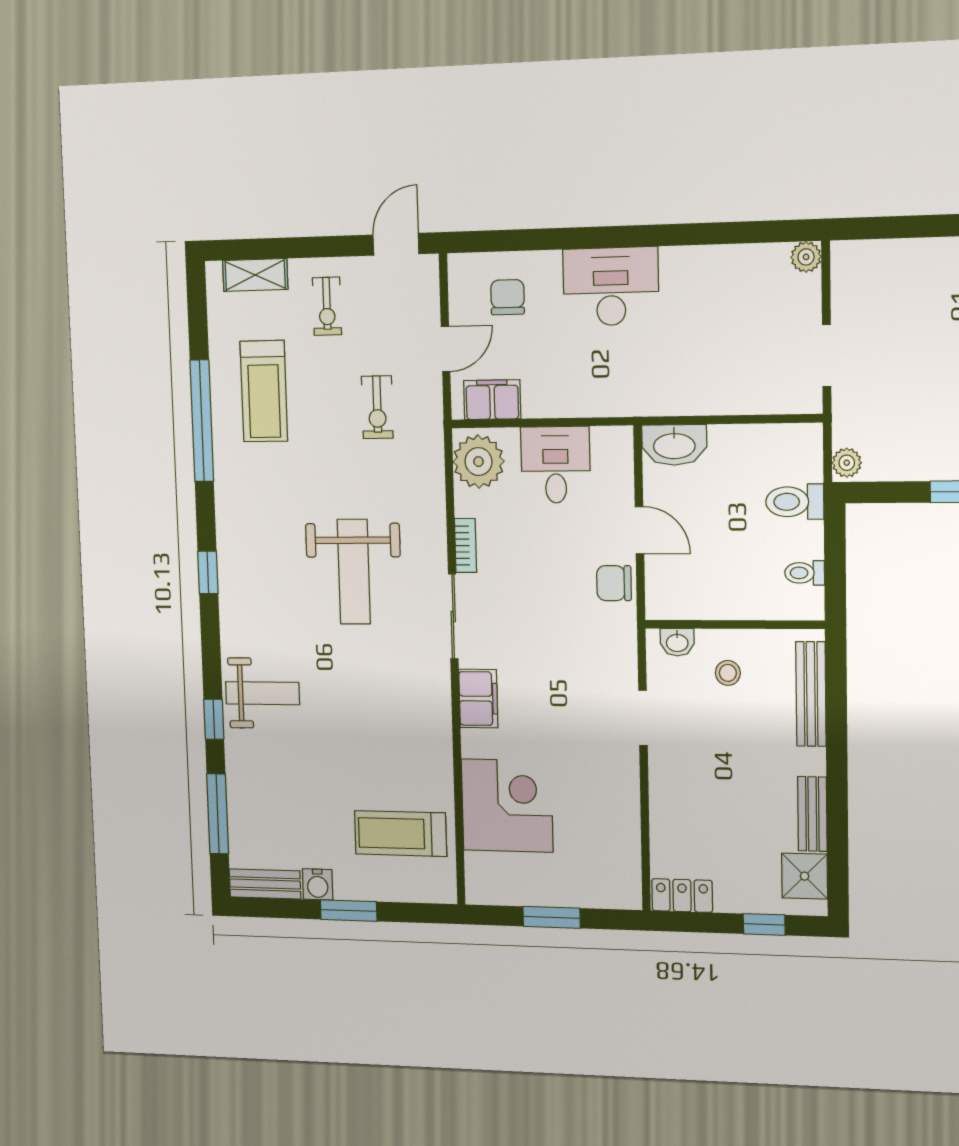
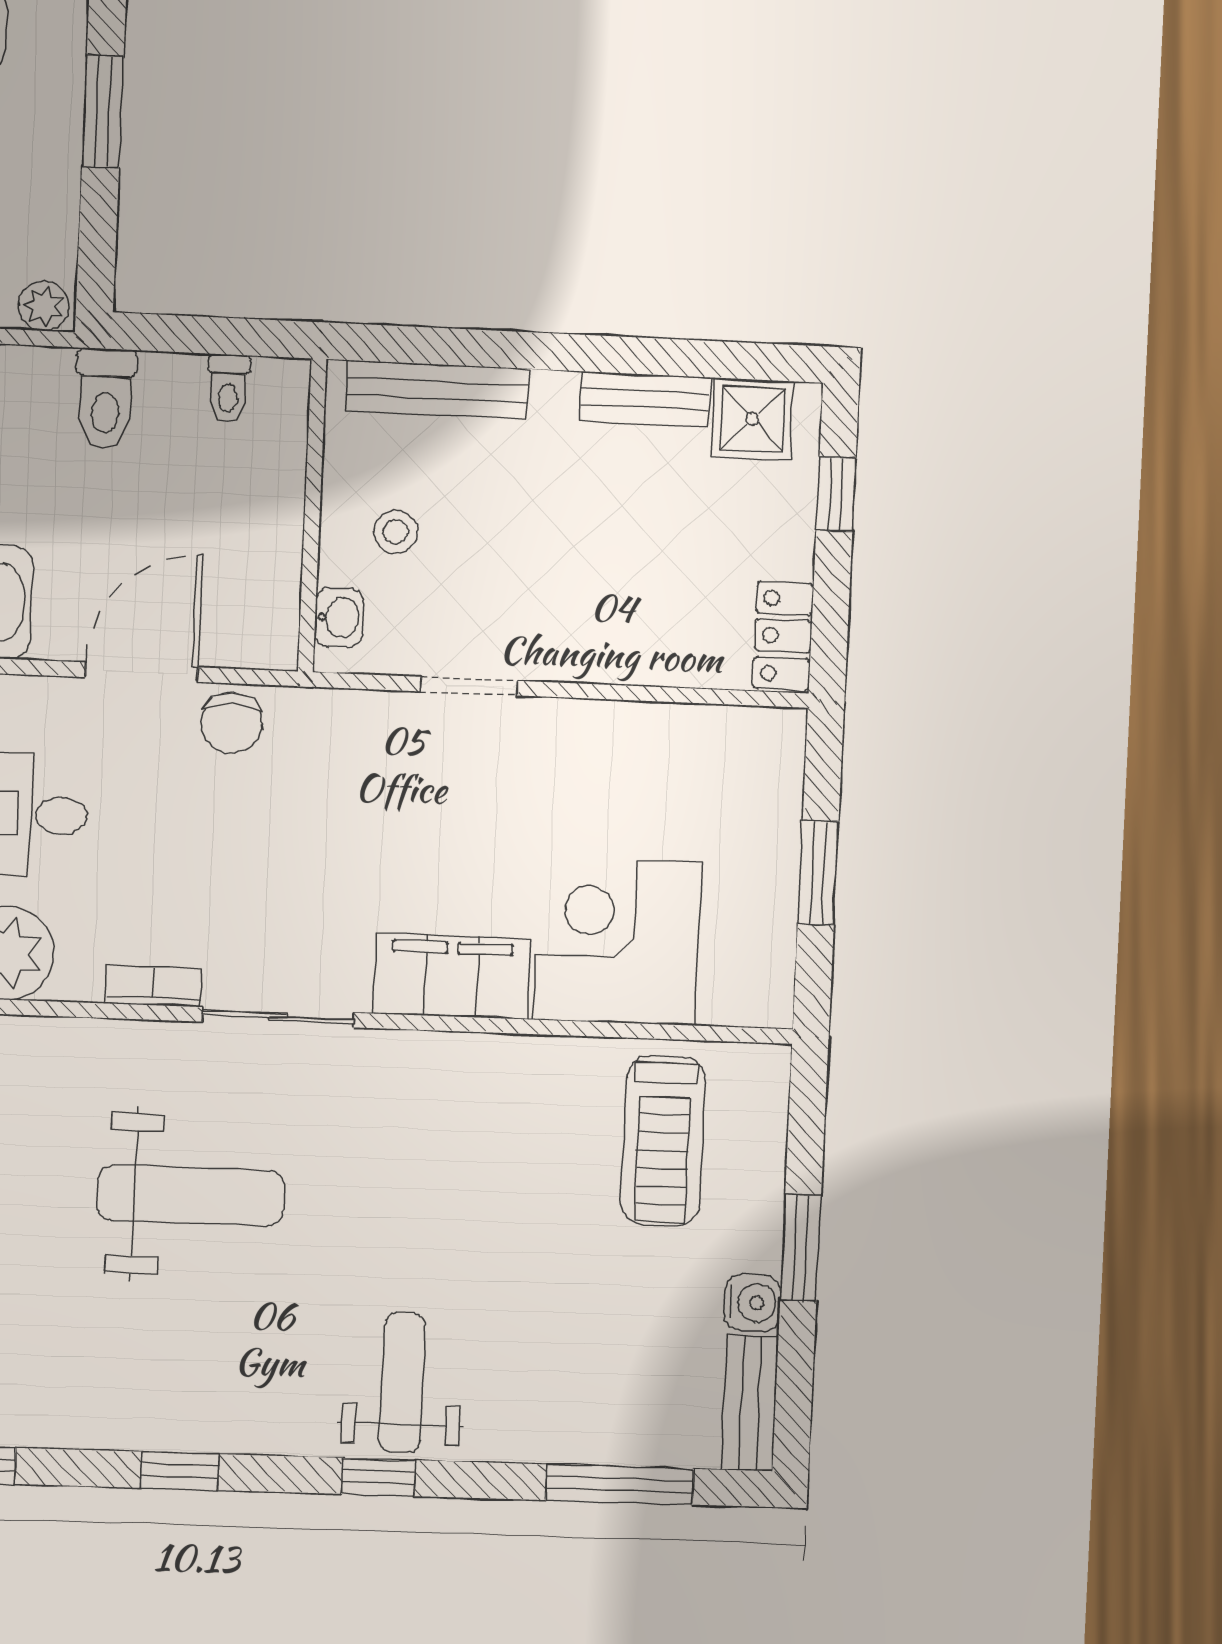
door: (639, 530) -> (142, 672), width x1.38
filing cabinet: (478, 699) -> (452, 976), width x1.50, depth x1.17
window: (214, 719) -> (378, 1477), moved

